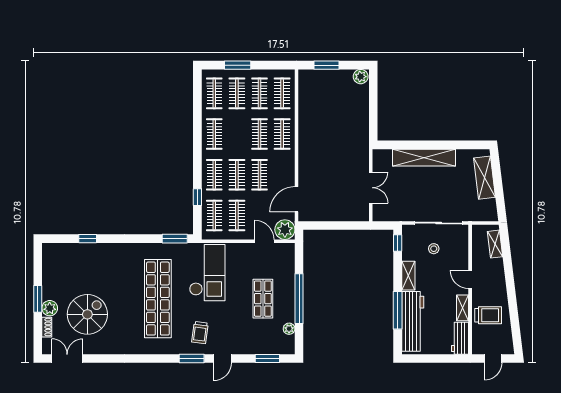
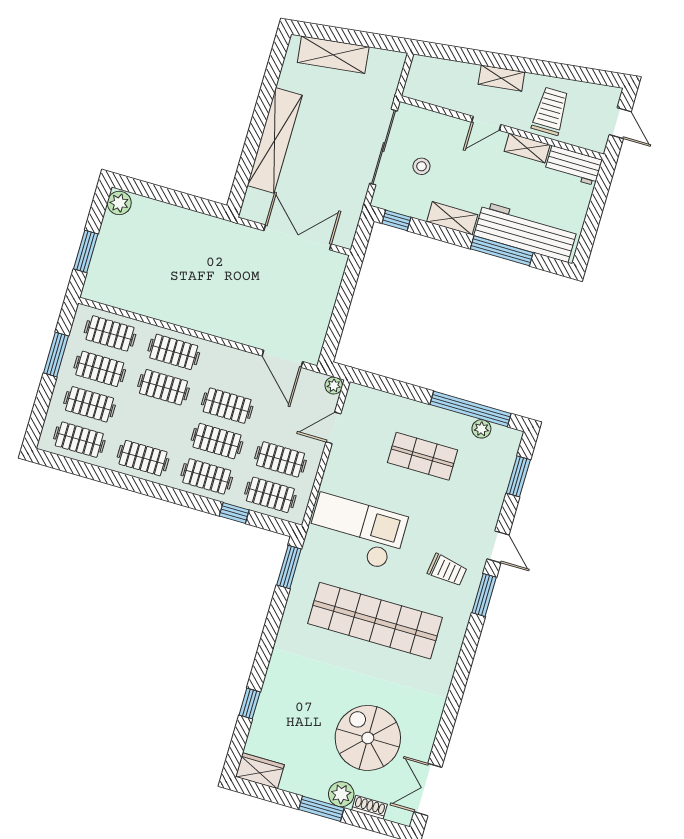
window: (238, 65) -> (56, 354), moved
double door: (371, 188) -> (297, 237), width x1.37
plant: (285, 230) -> (334, 386), width x0.53, depth x0.53
shelving: (495, 244) -> (501, 78), moved
wardrobe: (50, 256) -> (260, 771), added
window: (299, 299) -> (471, 409), moved

